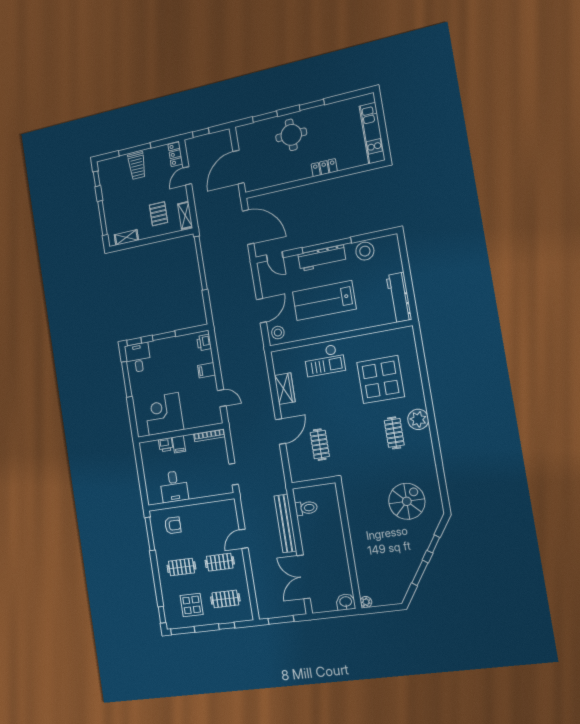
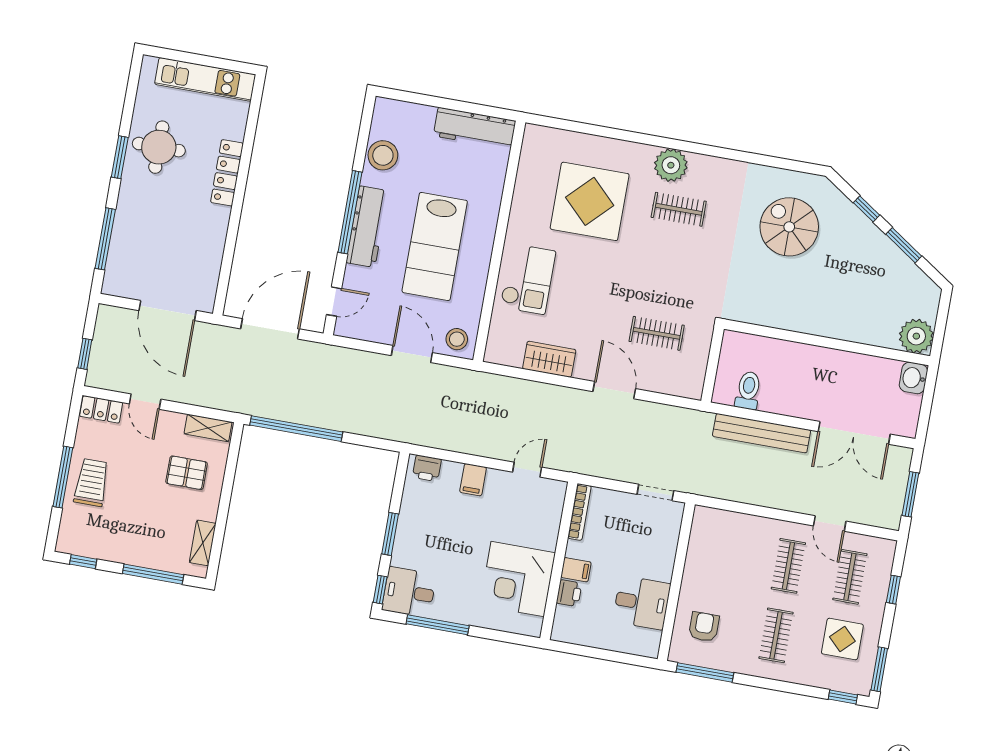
window: (265, 117) -> (105, 239), width x1.44
round table: (291, 135) -> (159, 147), moved
trolley: (137, 166) -> (91, 483), turned -90
locker: (324, 168) -> (227, 173), width x1.53
door: (244, 539) -> (830, 524), moved
plant: (366, 602) -> (916, 336), width x1.88, depth x1.88

